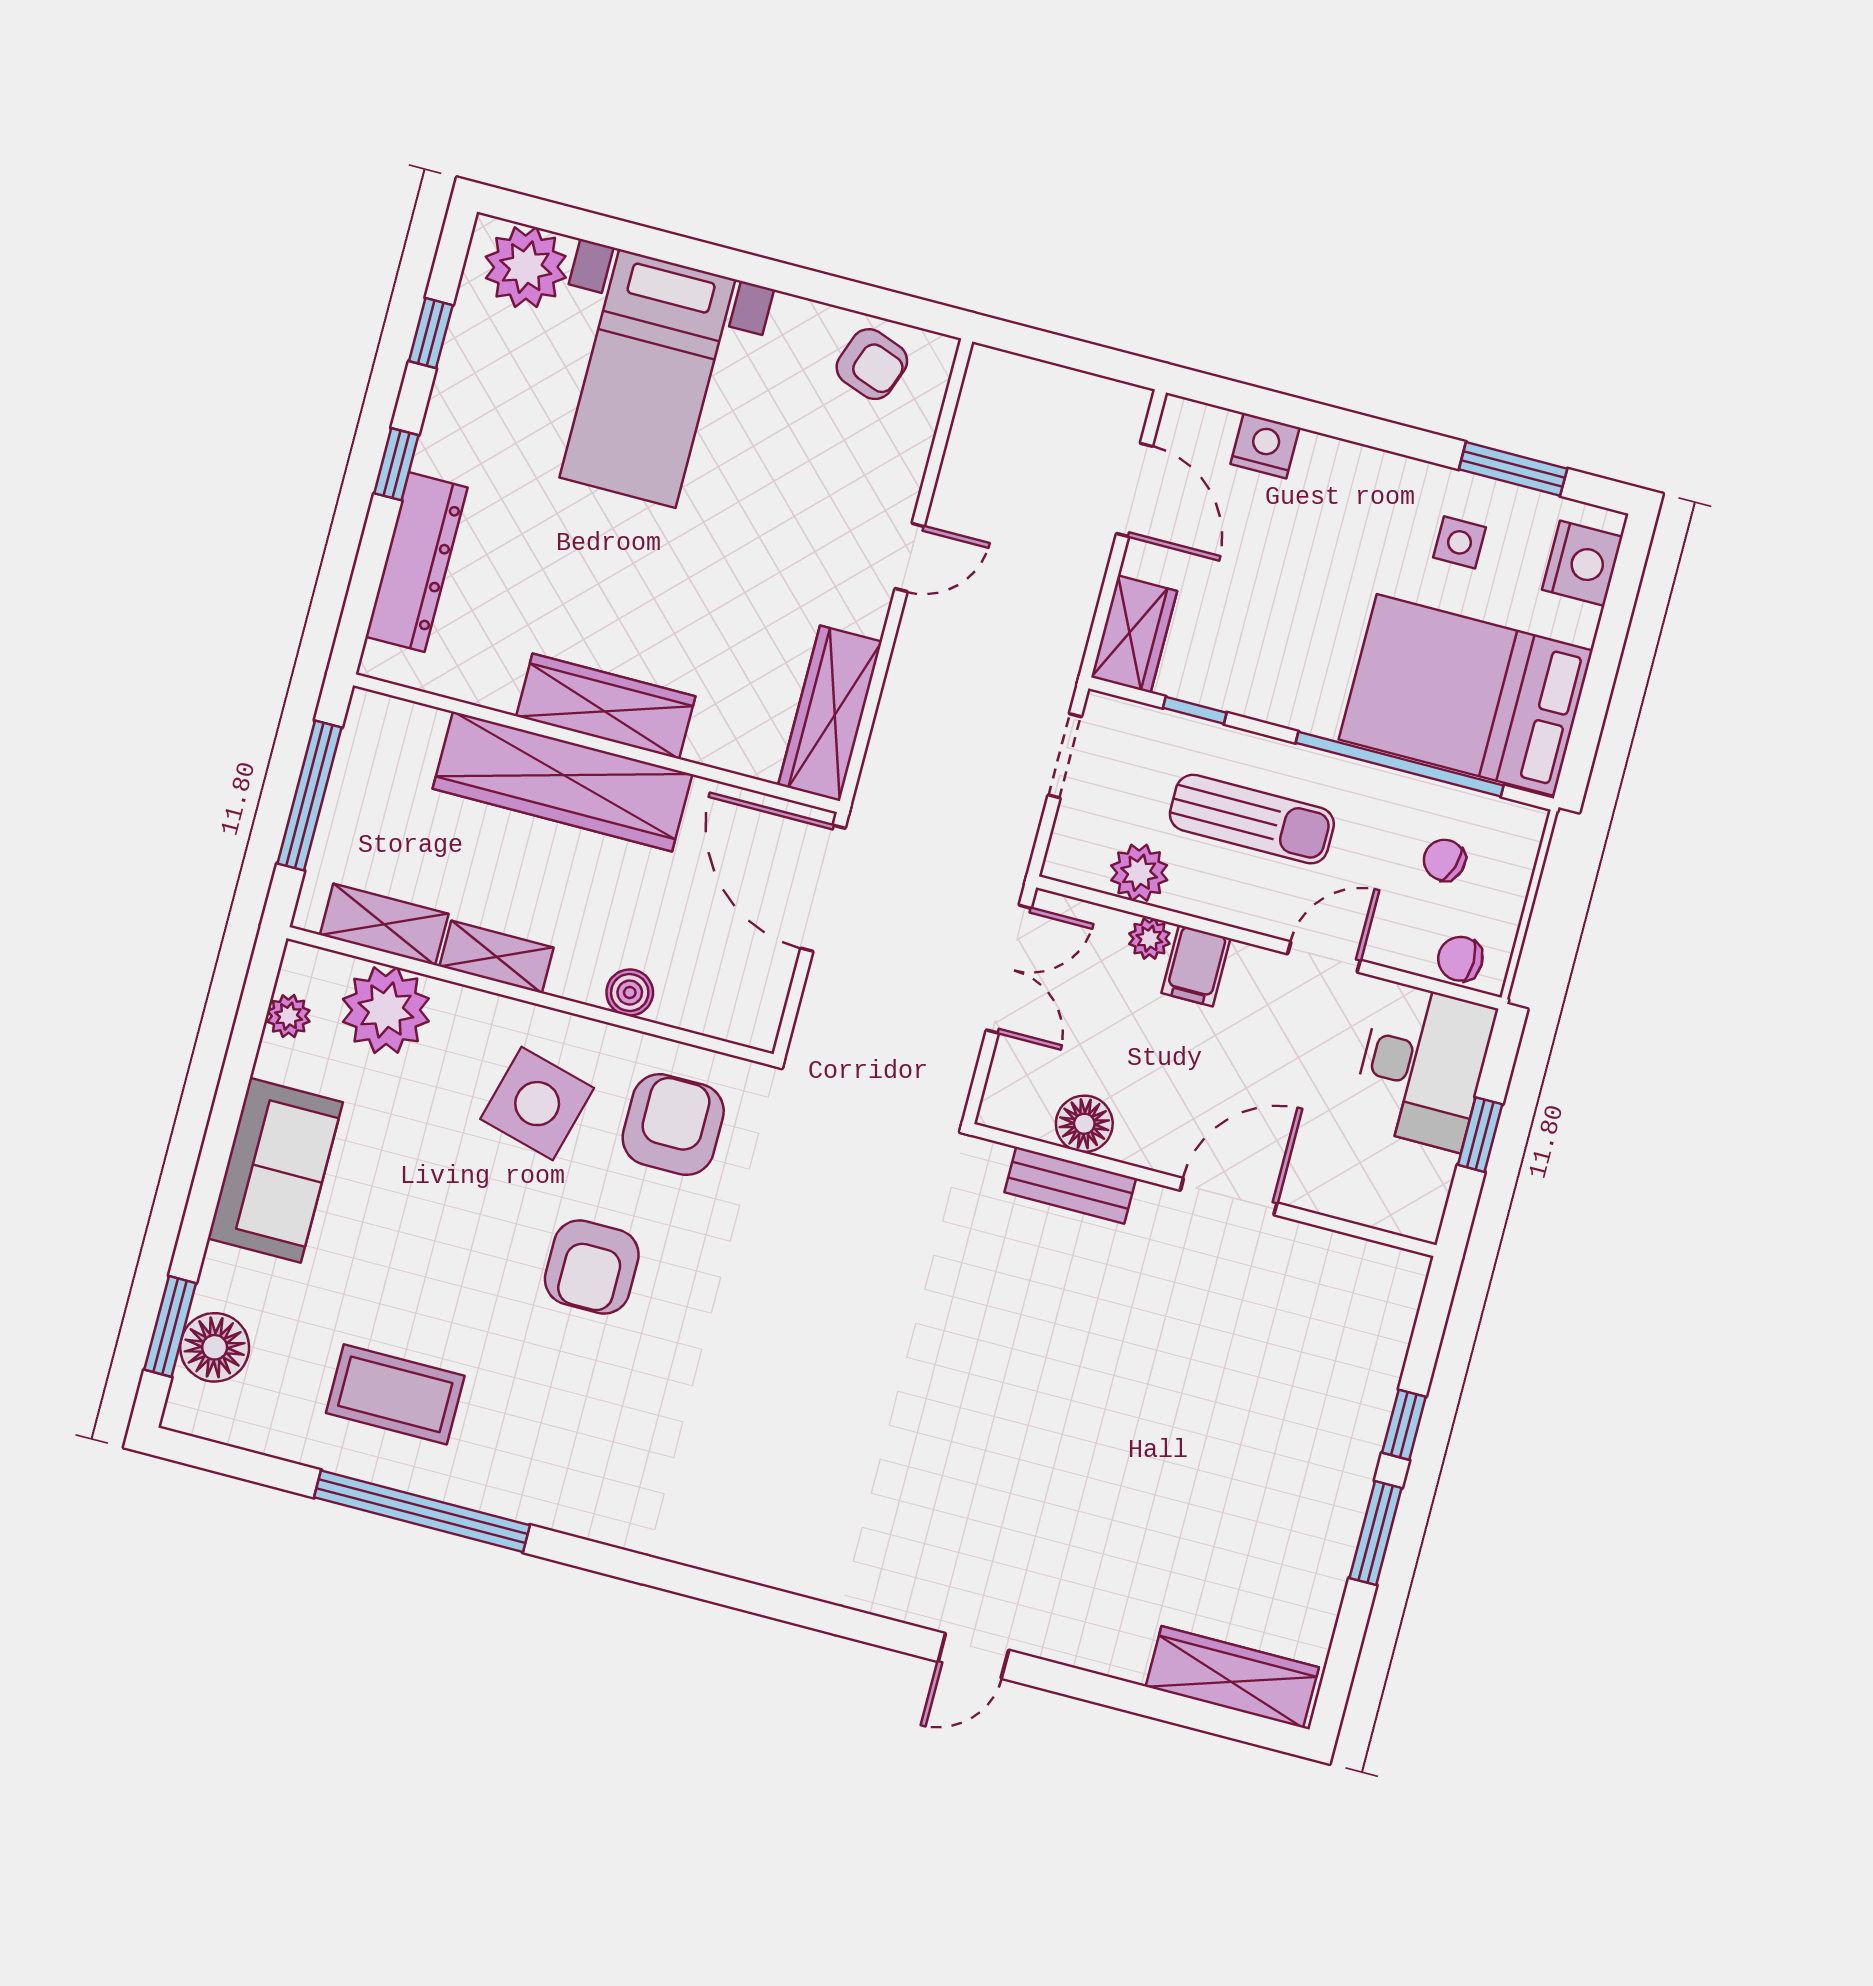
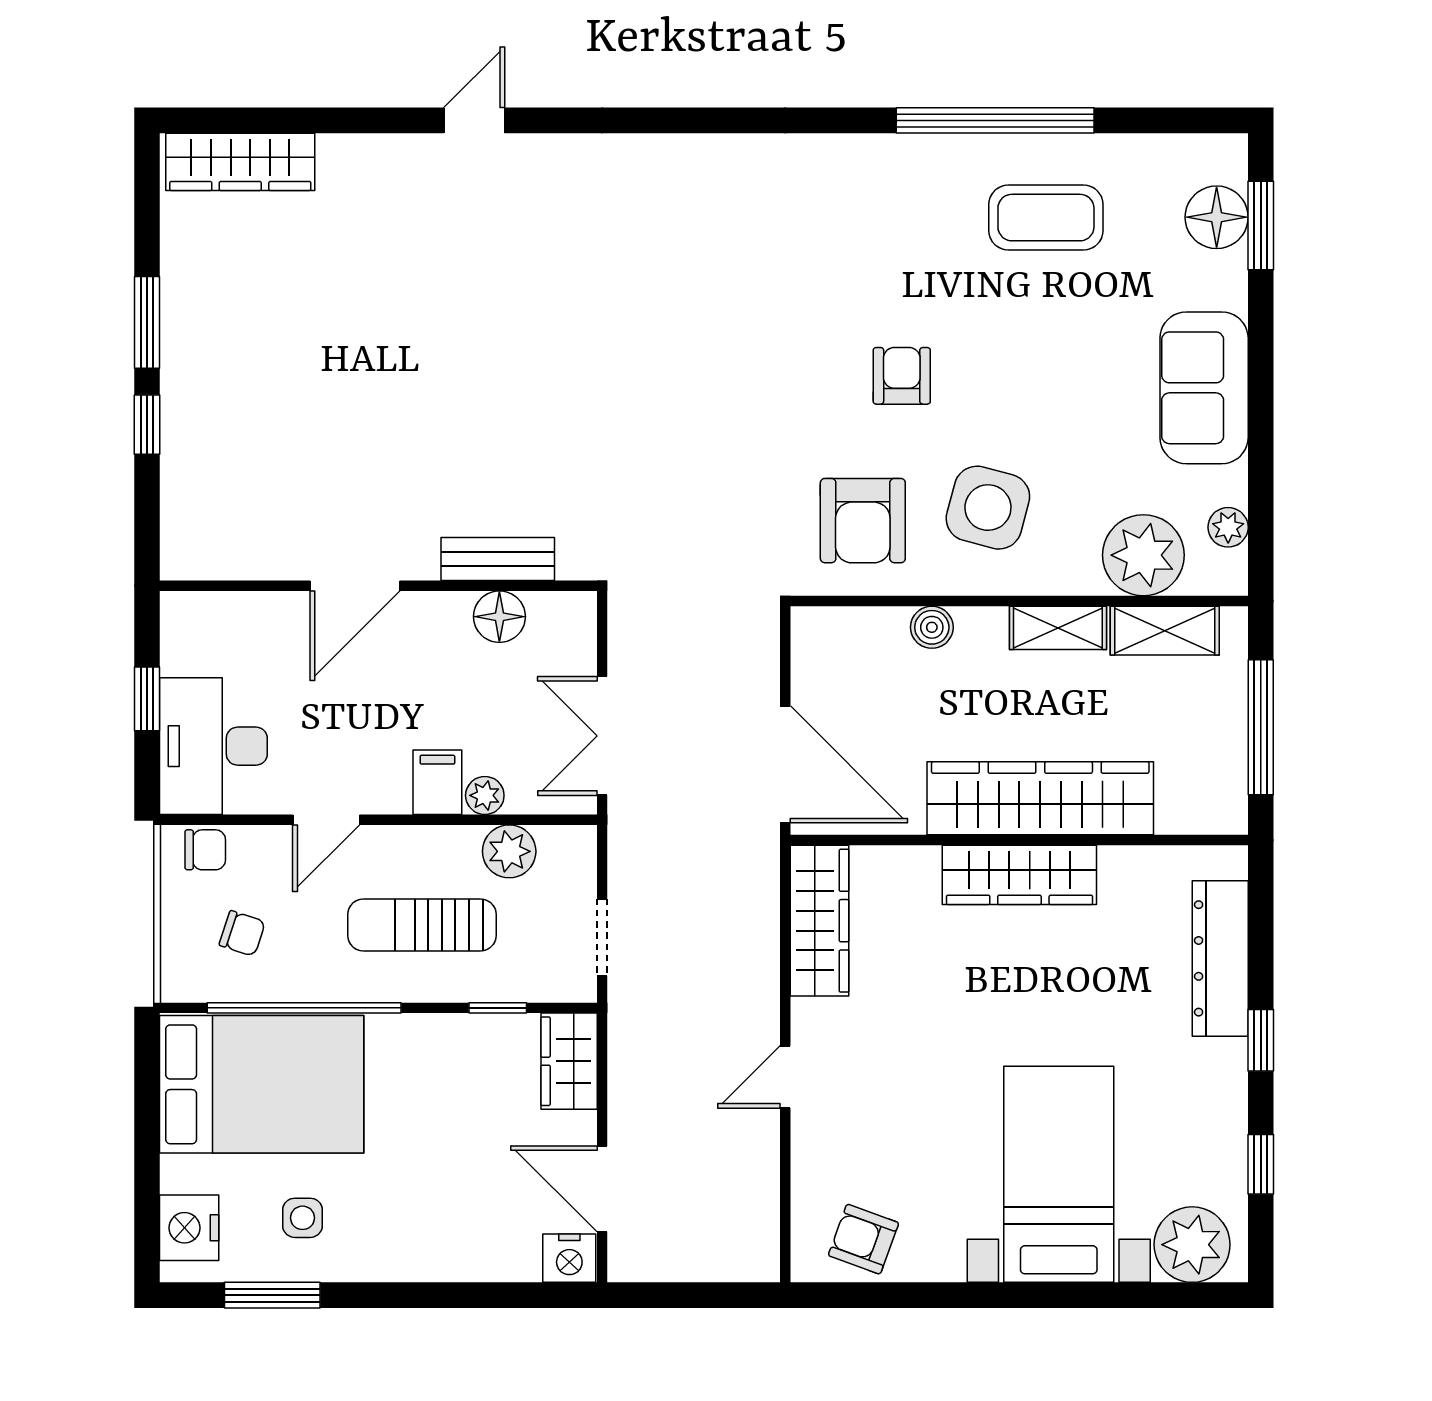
nightstand: (1265, 446) -> (569, 1258), moved
armchair: (592, 1267) -> (902, 376), width x0.72, depth x0.72

